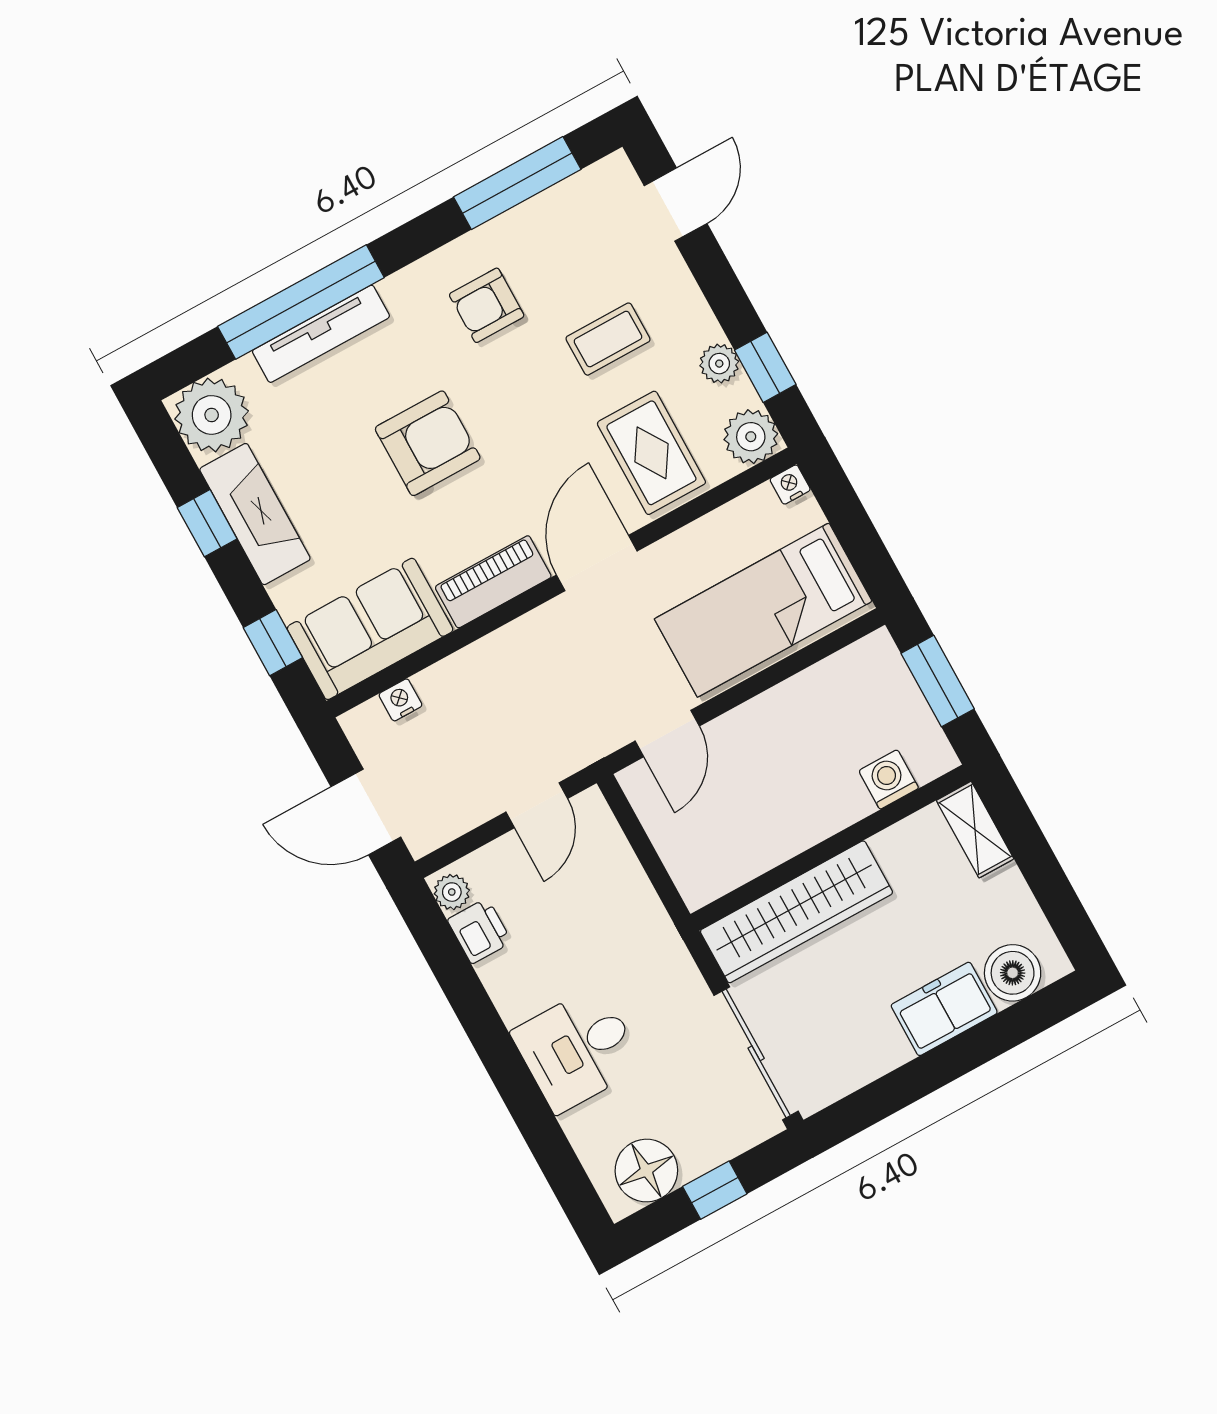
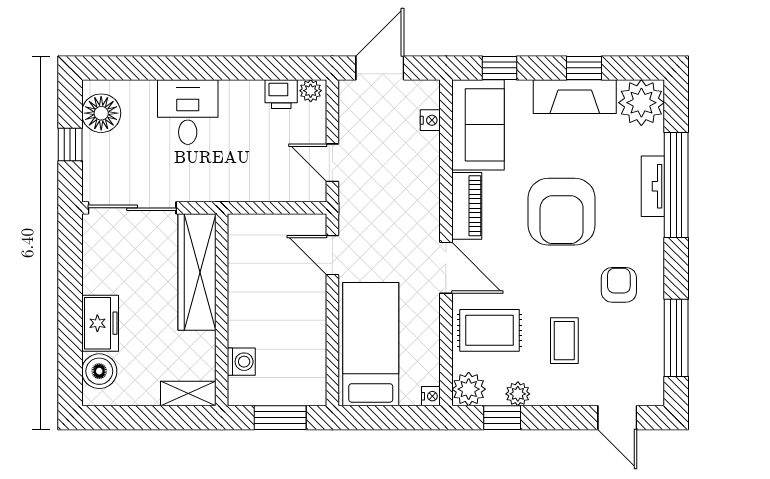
tv unit: (321, 334) -> (653, 186), width x0.71
armchair: (428, 443) -> (562, 212), width x1.36, depth x1.36

